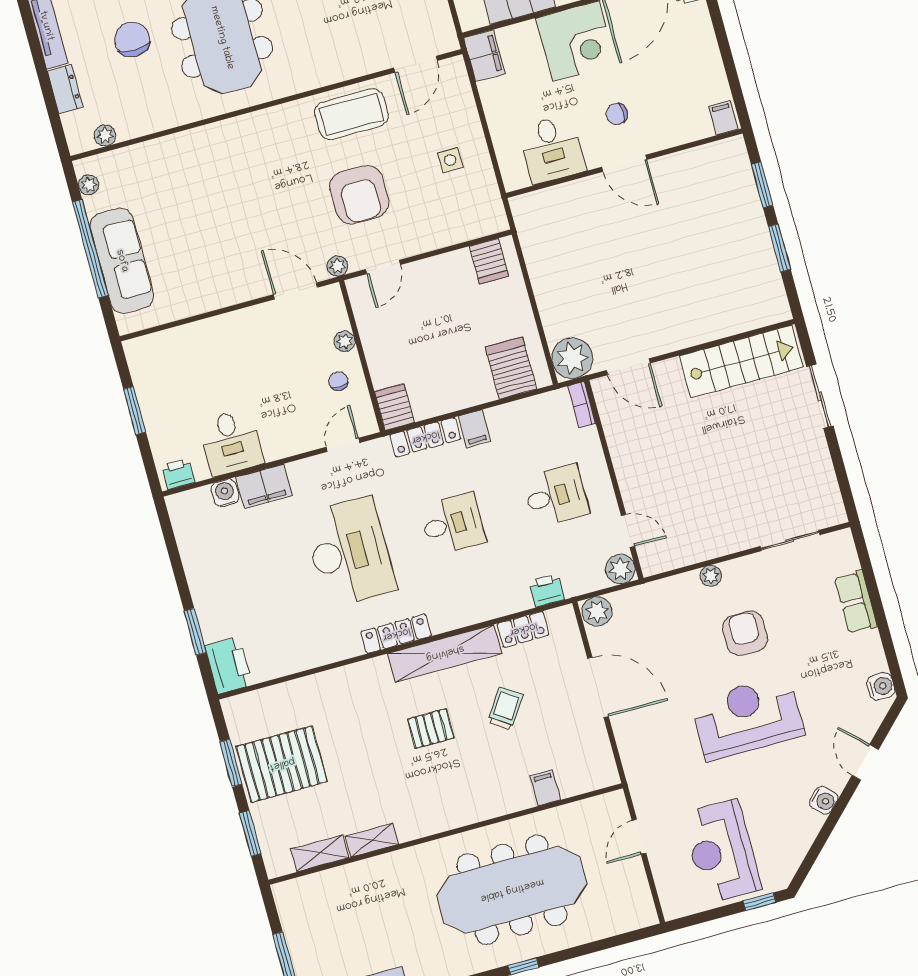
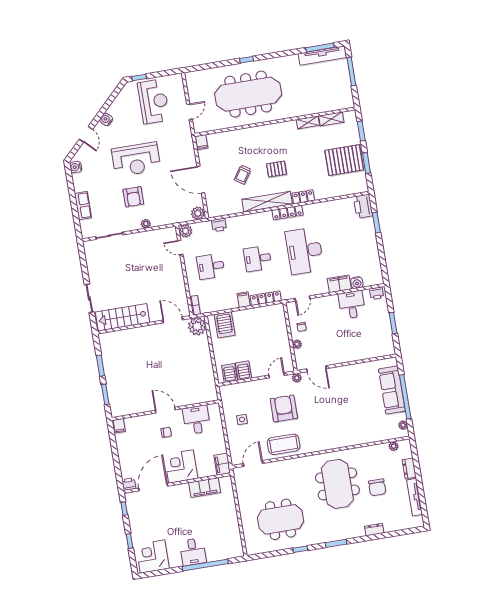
server rack: (394, 407) -> (244, 371), moved, turned 180
locker: (523, 629) -> (303, 197), moved
filing cabinet: (545, 788) -> (202, 142), moved

